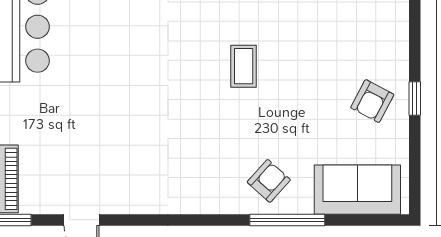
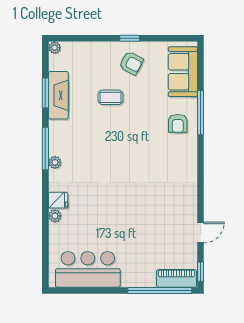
coffee table: (244, 66) -> (110, 97), moved
armchair: (269, 181) -> (178, 123), turned -132

